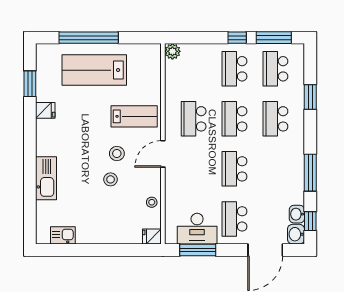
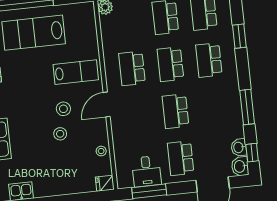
desk: (197, 229) -> (146, 171), width x0.73

